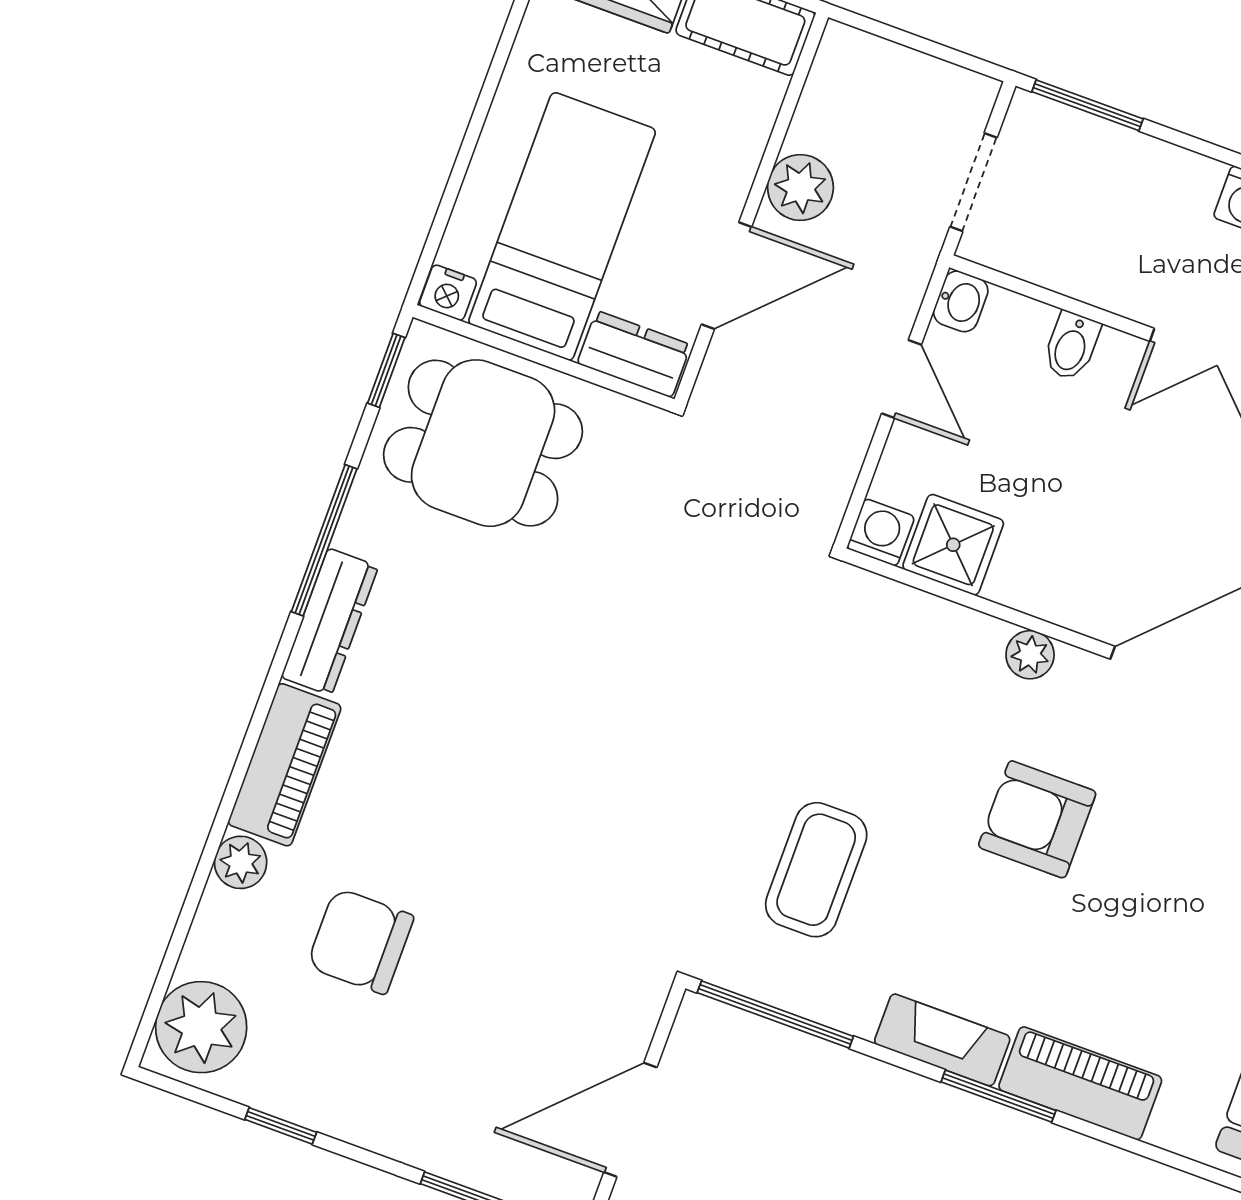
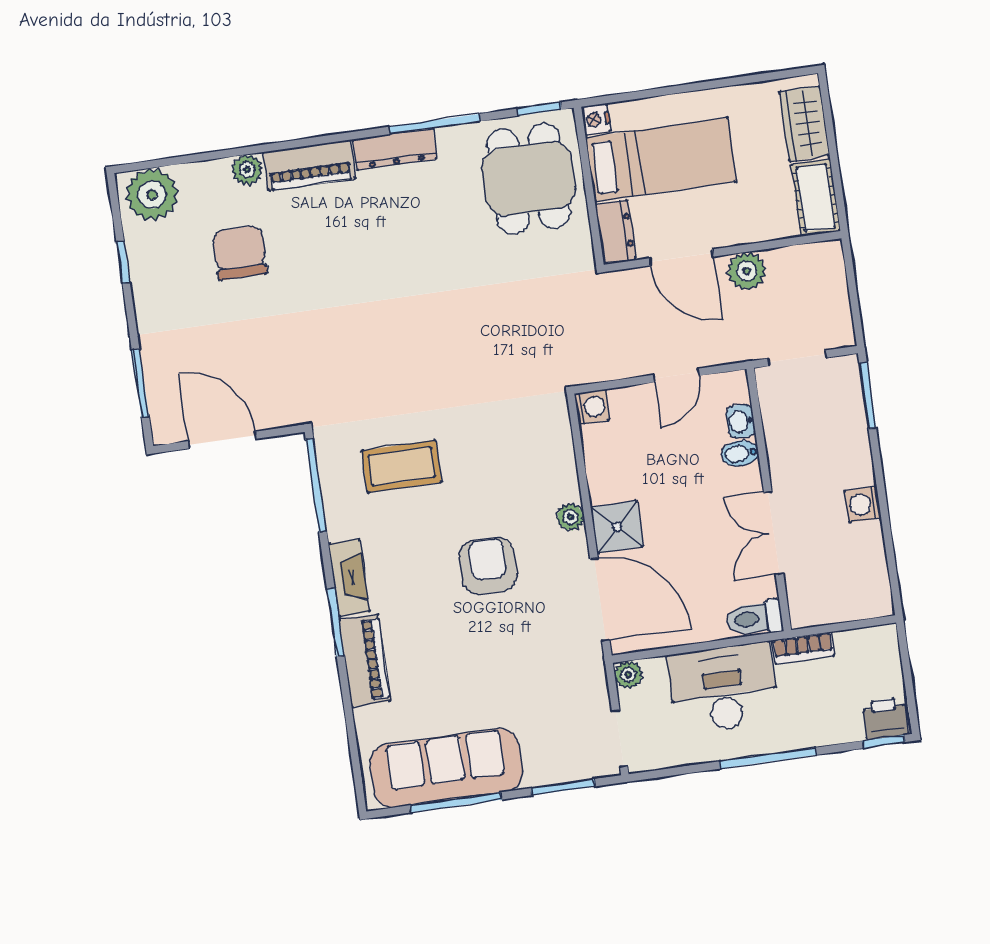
washbasin: (961, 301) -> (741, 421), moved, turned 90
shower: (953, 545) -> (617, 527), moved

